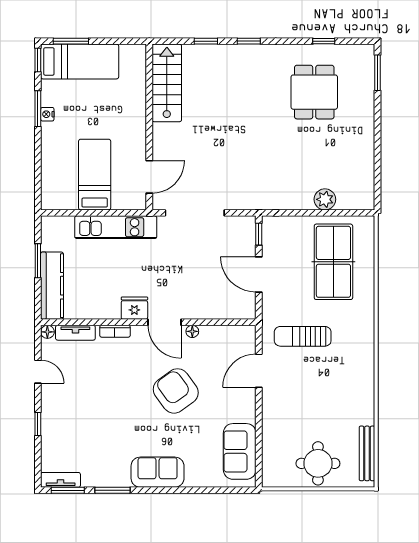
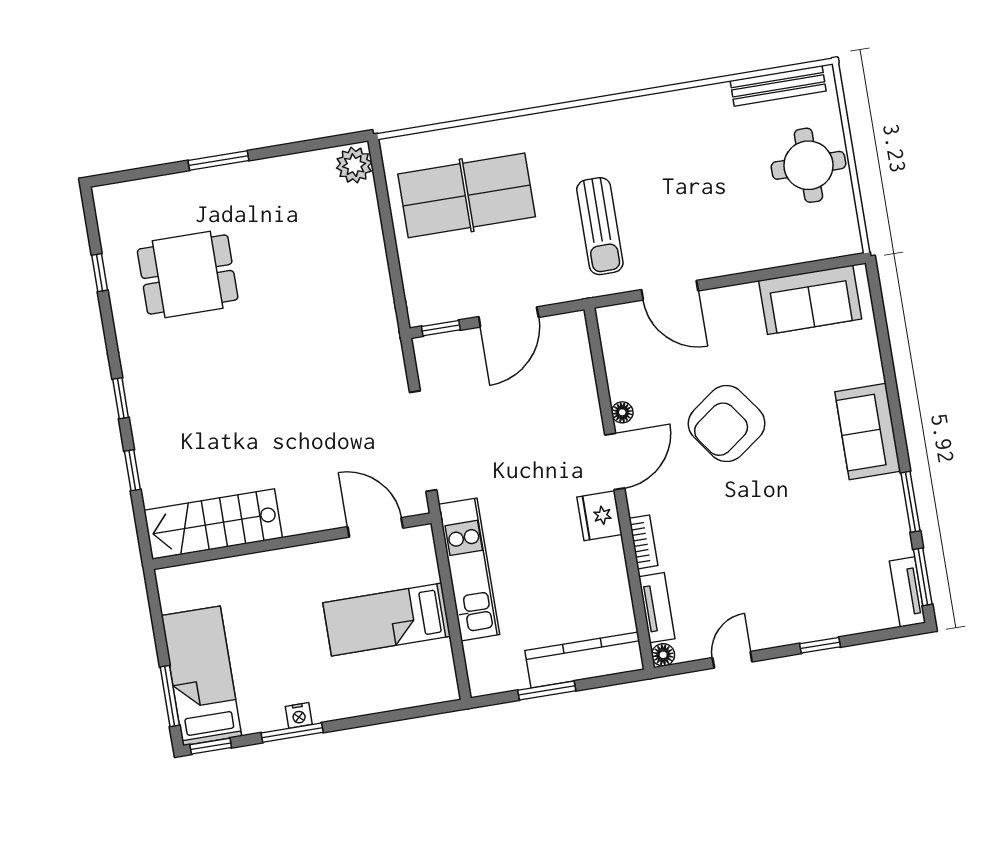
window: (378, 73) -> (218, 160), moved
plant: (325, 199) -> (354, 165), moved

